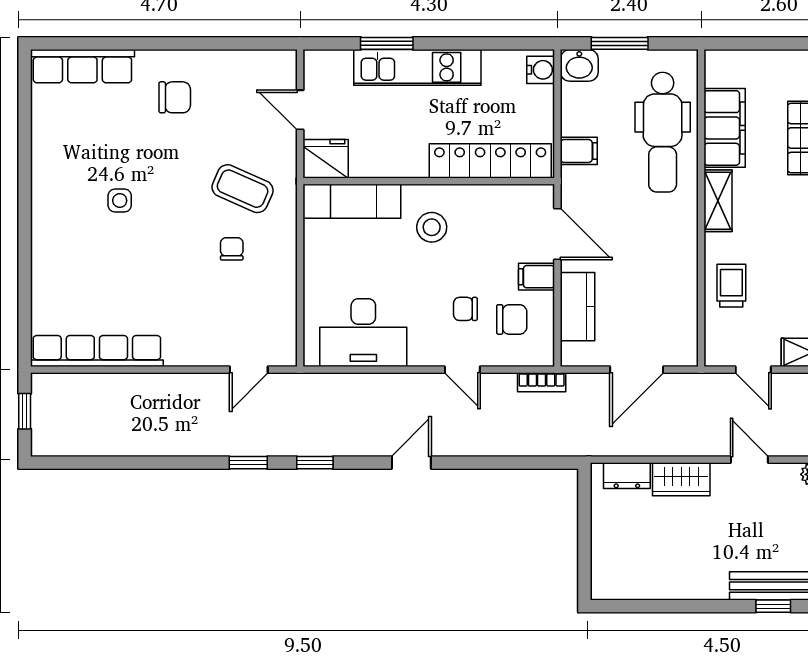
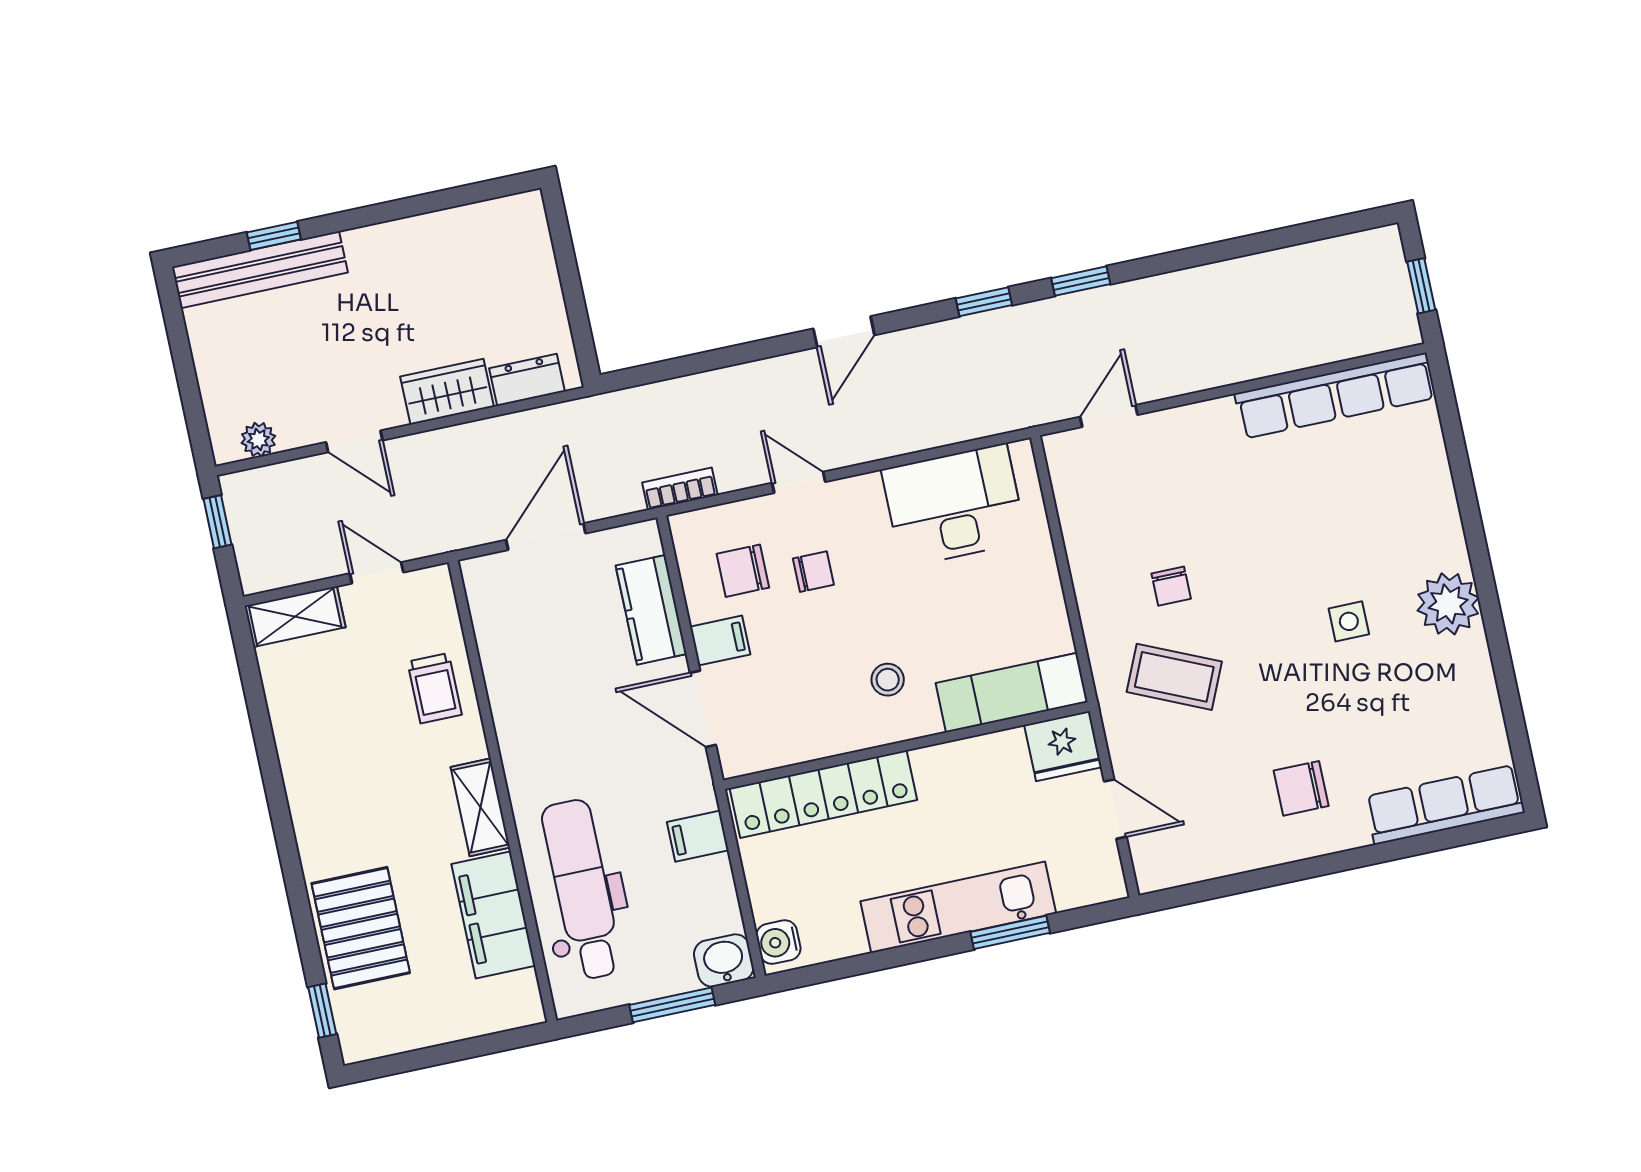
plant: (52, 198) -> (1448, 604), added
stool: (432, 227) -> (888, 680), width x0.73, depth x0.73

